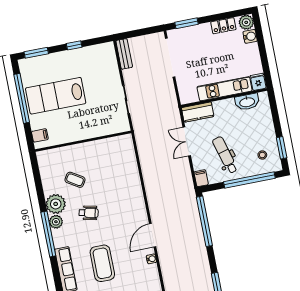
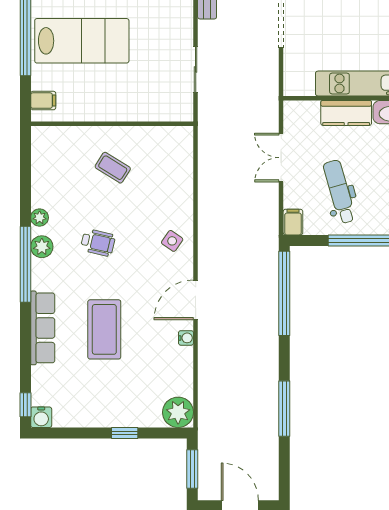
lab bench: (56, 96) -> (82, 41), turned 180
kitchen counter: (198, 112) -> (346, 113), moved
coffee table: (75, 180) -> (113, 168), moved
side table: (132, 203) -> (172, 241), added
plant: (56, 204) -> (40, 218), width x0.53, depth x0.53

